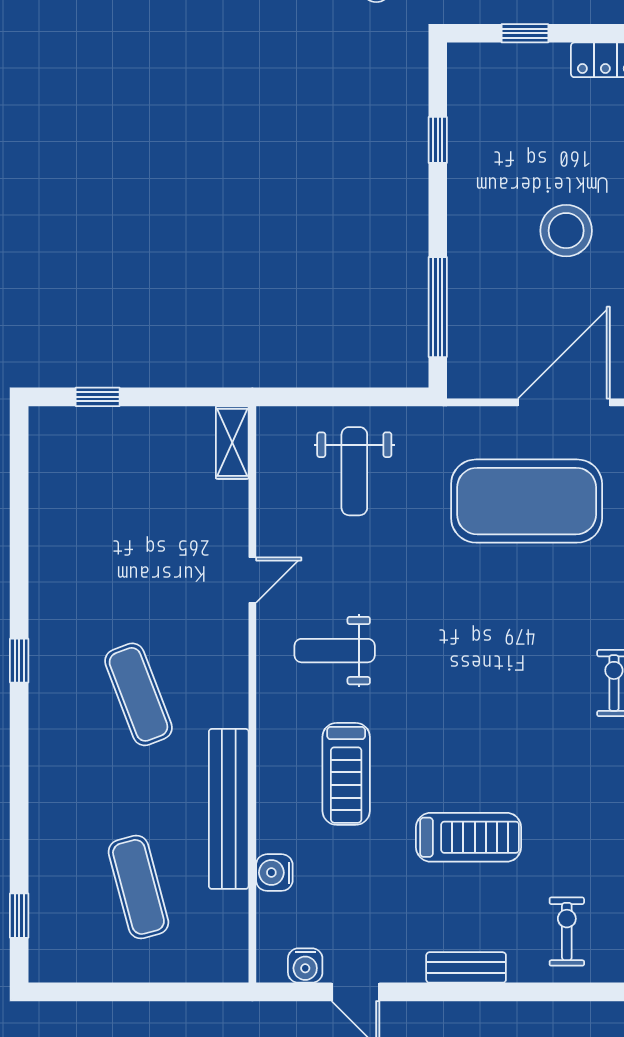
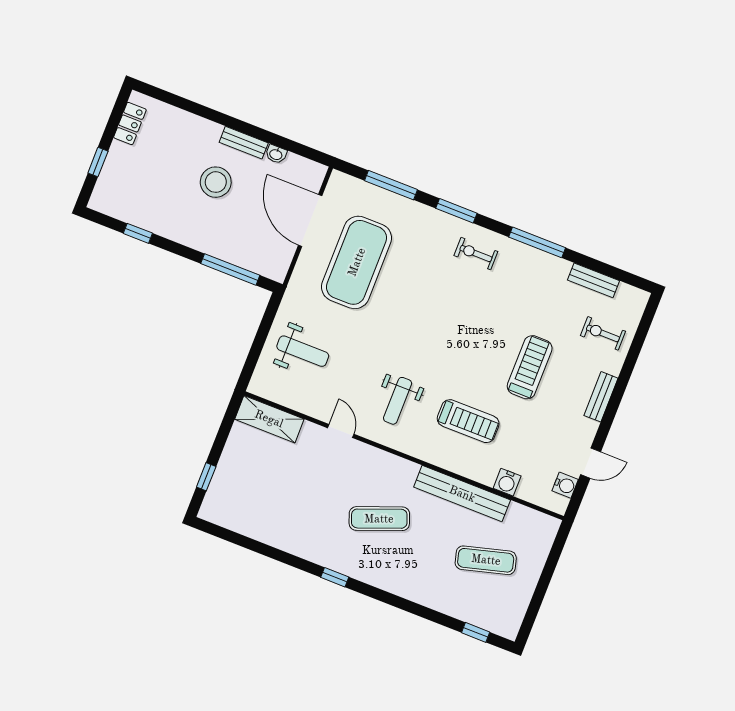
shelving: (232, 442) -> (269, 419), width x1.50, depth x1.33

